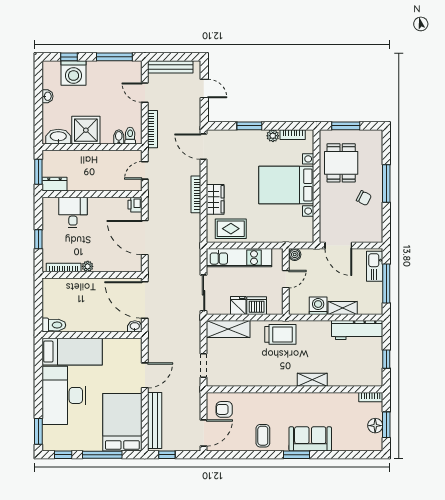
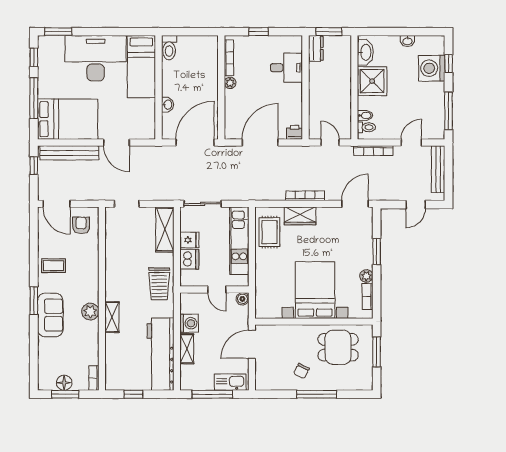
washbasin: (135, 326) -> (168, 105), moved
workbench: (357, 330) -> (161, 354), width x1.36, depth x1.32
plant: (307, 400) -> (90, 312), added

